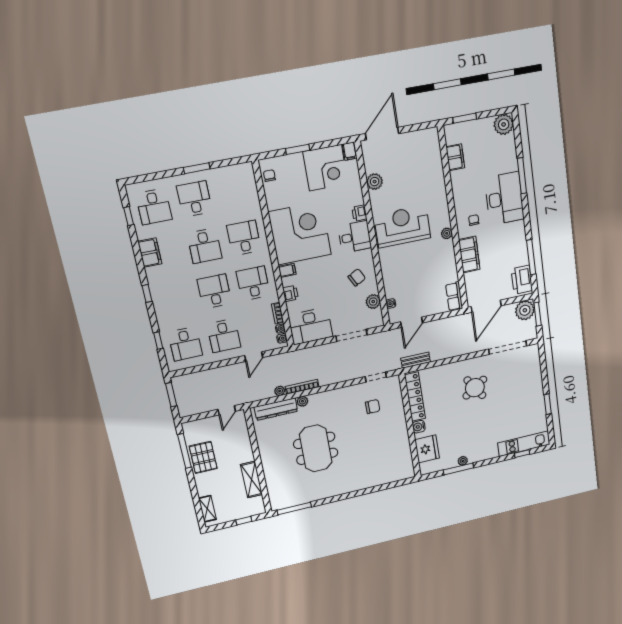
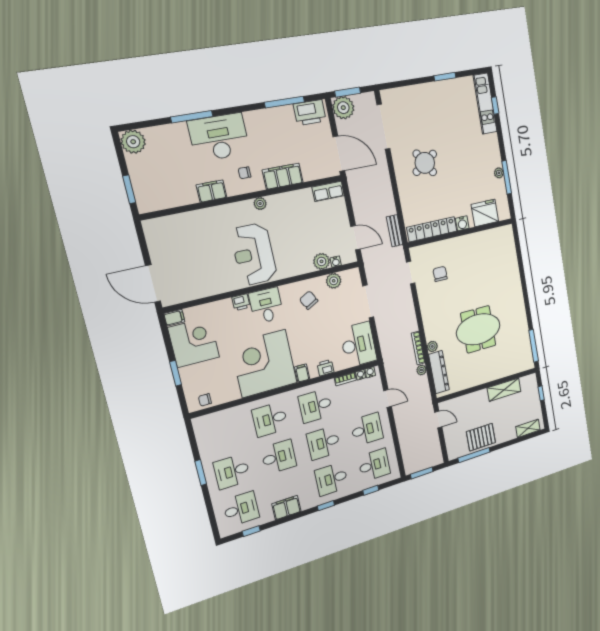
filing cabinet: (455, 157) -> (212, 191), moved
plant: (375, 182) -> (322, 261), moved
desk: (175, 299) -> (332, 479), added

